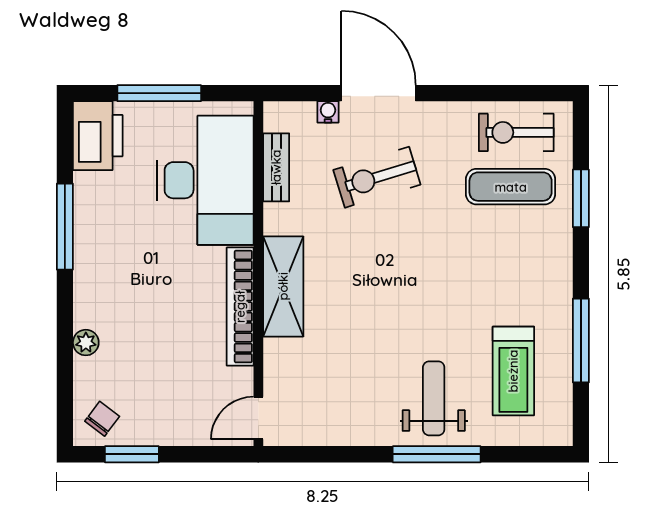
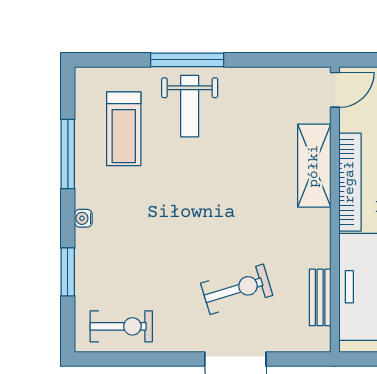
water cooler: (328, 112) -> (83, 218), moved, turned 90
exercise mat: (511, 187) -> (126, 282), removed
shelving: (283, 286) -> (314, 166), moved
treadmill: (513, 371) -> (124, 129), turned 180

